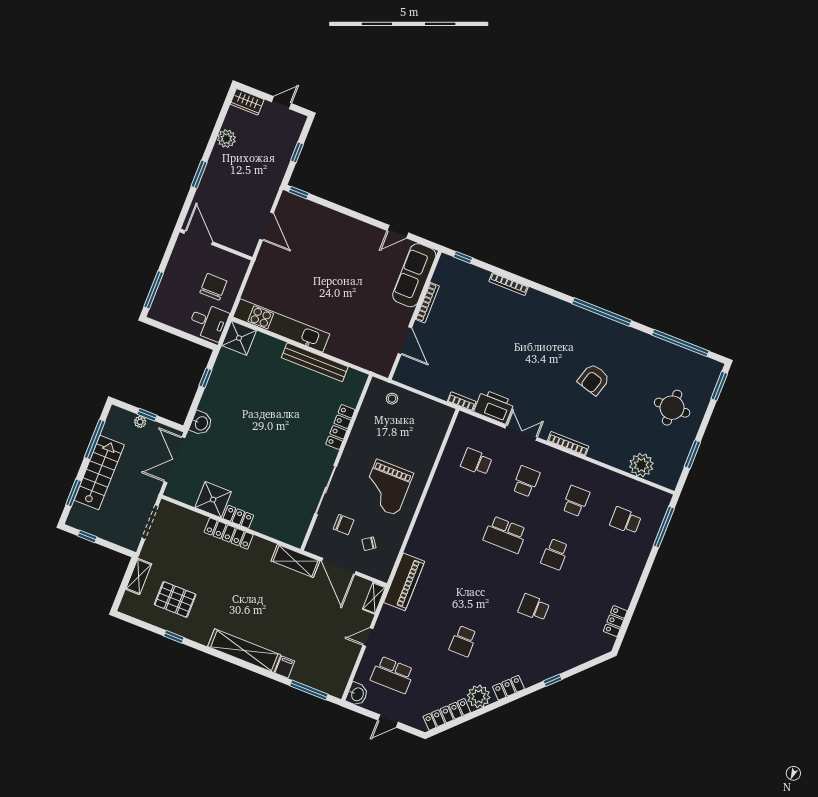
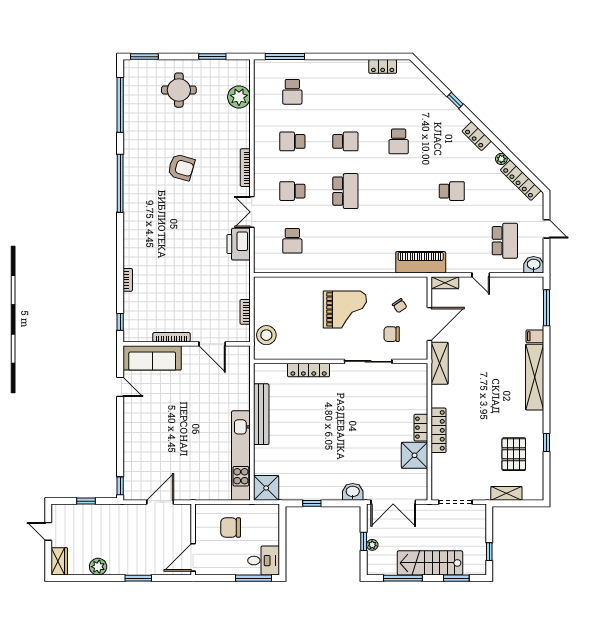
bookcase: (509, 284) -> (128, 280), width x0.64
desk: (209, 322) -> (264, 561), moved, turned 90
door: (405, 341) -> (212, 344), swing flipped
stool: (392, 399) -> (266, 335), width x1.89, depth x1.89
bookcase: (462, 401) -> (245, 312), moved
chair: (344, 525) -> (392, 334), turned -90
plant: (479, 696) -> (501, 159), width x0.53, depth x0.53

